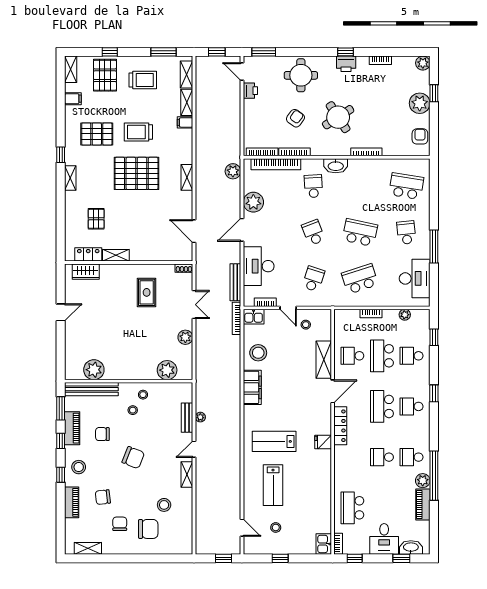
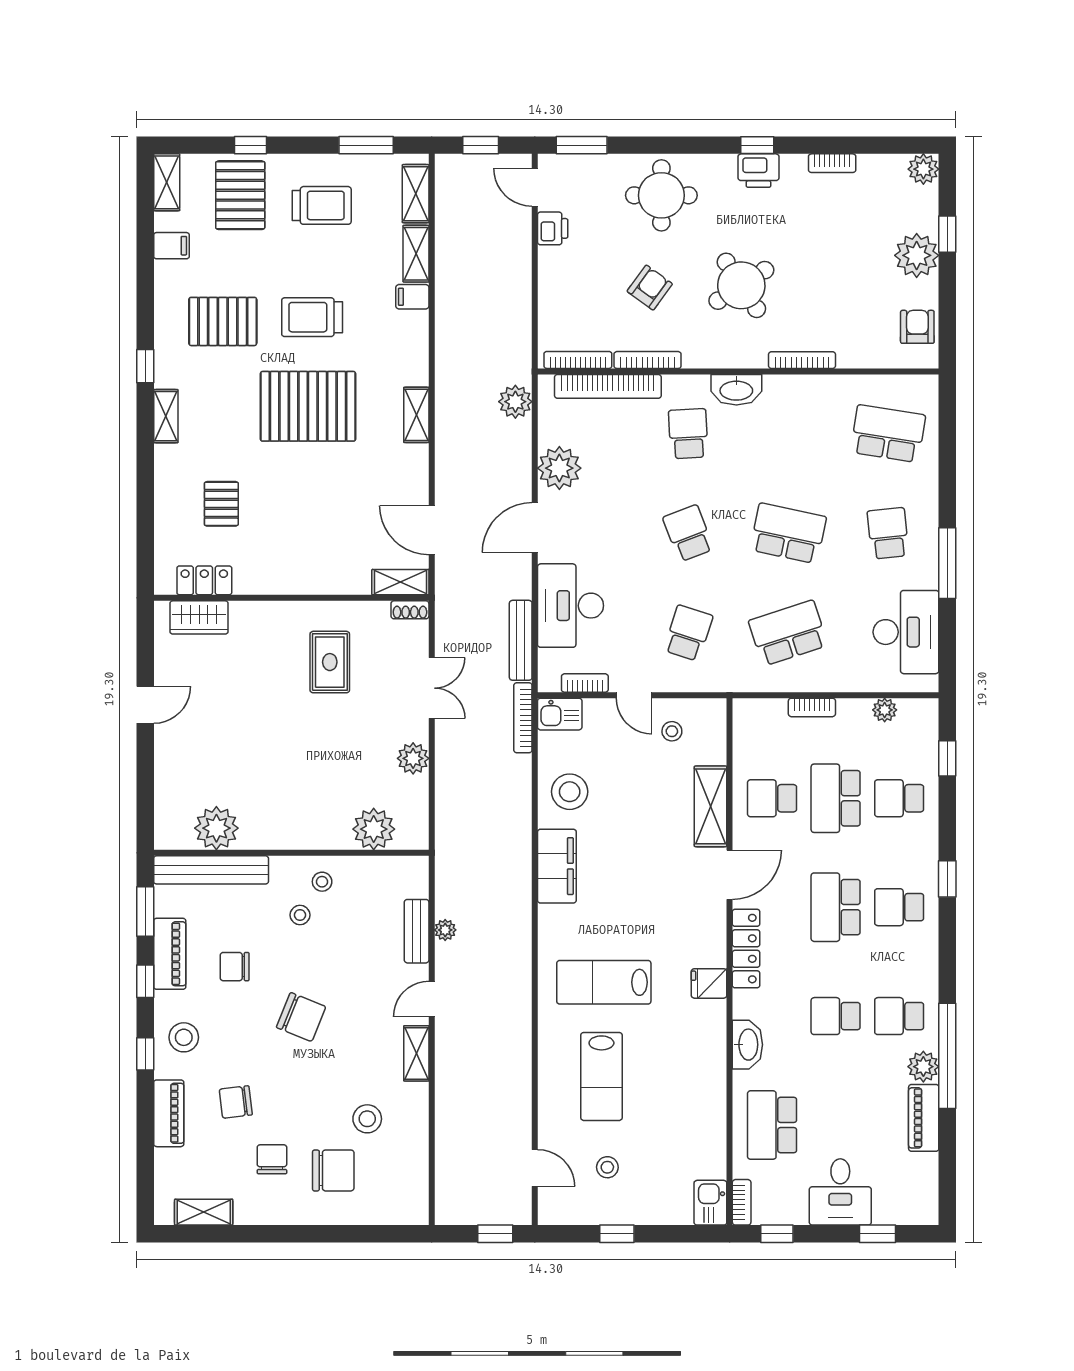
shelving: (116, 255) -> (400, 582), moved
washbasin: (411, 547) -> (747, 1045), moved, turned 90

